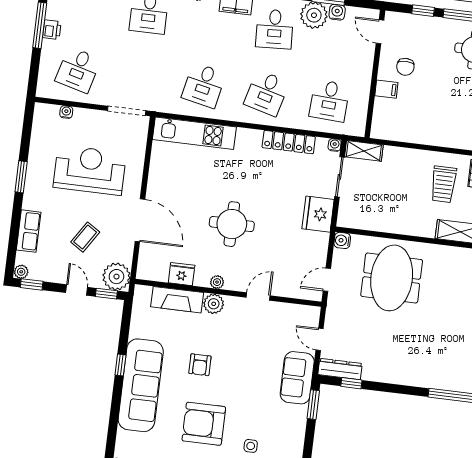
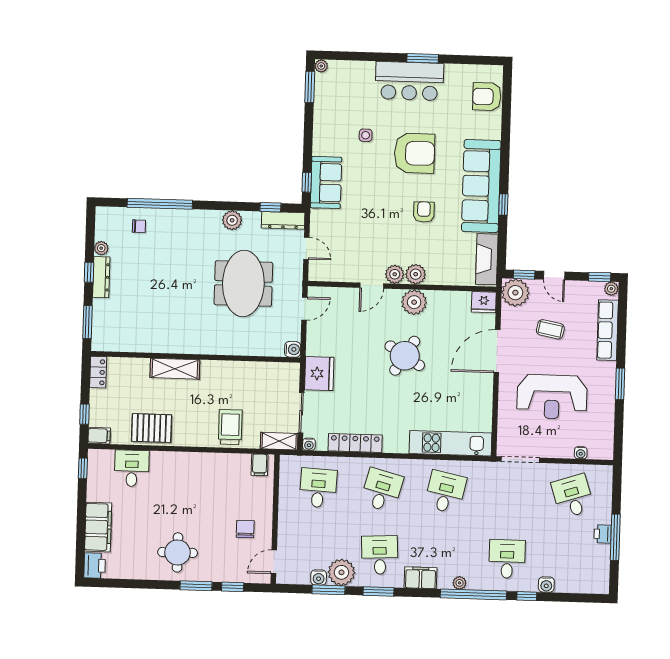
door: (380, 32) -> (274, 562), swing flipped
desk: (78, 70) -> (573, 496), turned -33
filing cabinet: (386, 89) -> (260, 465), moved, turned -90
trolley: (444, 184) -> (230, 427), moved
door: (140, 220) -> (497, 351), hinge flipped
round table: (232, 224) -> (405, 356), turned 32
row of seats: (29, 231) -> (608, 330), width x1.48
coffee table: (85, 237) -> (550, 329), turned 68
fridge: (182, 274) -> (484, 302), moved
meeting table: (392, 278) -> (243, 283), moved
plant: (217, 282) -> (414, 302), width x1.88, depth x1.88
fireplace: (177, 300) -> (487, 259), moved, turned -90
plant: (234, 306) -> (395, 274), added
plant: (391, 374) -> (232, 220), added
sofa: (297, 378) -> (326, 182), moved
window: (313, 405) -> (307, 182), width x0.67

